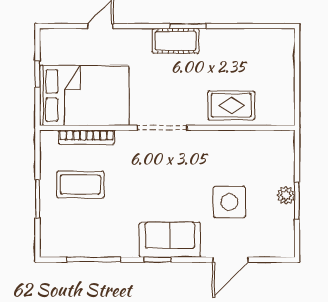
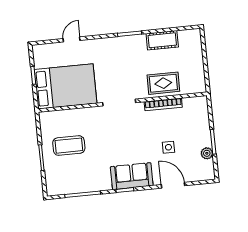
cot: (176, 41) -> (162, 40), moved
bookcase: (87, 137) -> (163, 104), moved
plant: (286, 195) -> (207, 153), moved
side table: (229, 202) -> (168, 147), width x0.54, depth x0.54
door: (230, 260) -> (173, 185), swing flipped

